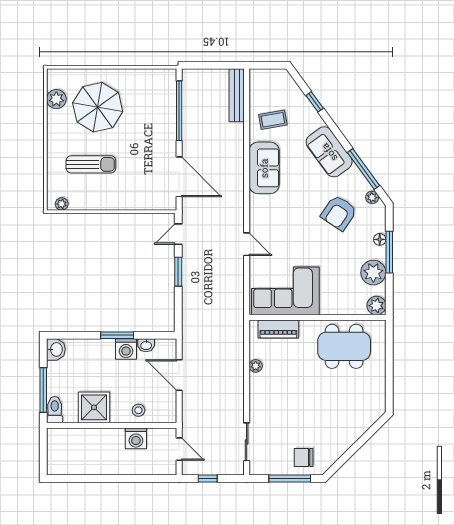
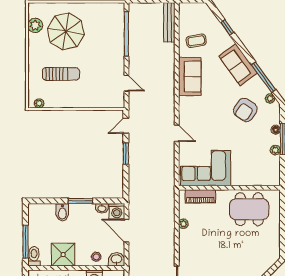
door: (179, 177) -> (126, 83), width x0.53
plant: (373, 273) -> (275, 150), width x0.53, depth x0.53
plant: (376, 306) -> (273, 179), removed
washbasin: (56, 349) -> (116, 259), moved, turned -90
washing machine: (126, 349) -> (117, 211), moved
bidet: (93, 350) -> (62, 212), added

